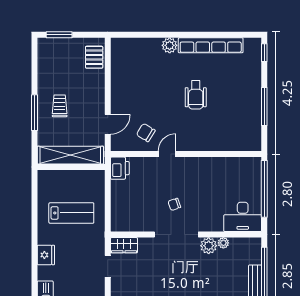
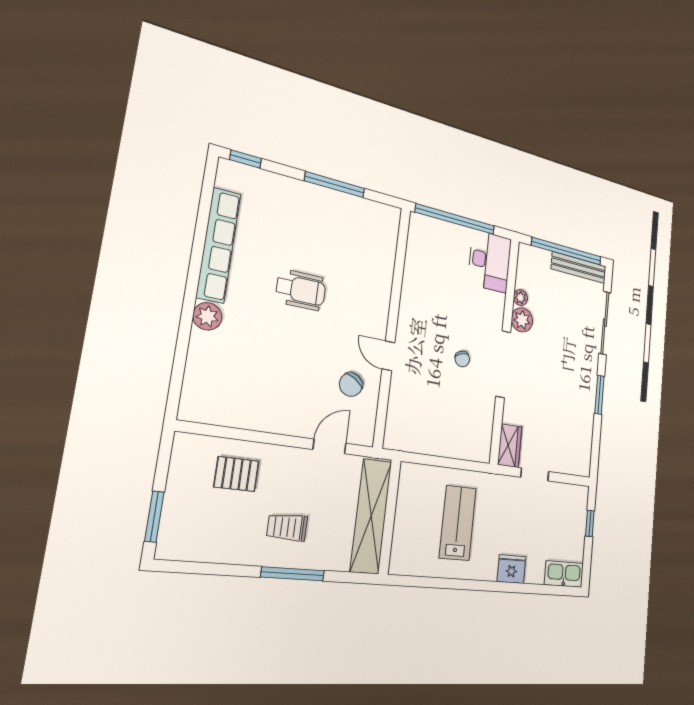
pallet: (94, 57) -> (236, 474), moved
door: (108, 124) -> (329, 446), hinge flipped
printer: (120, 168) -> (401, 436), removed

